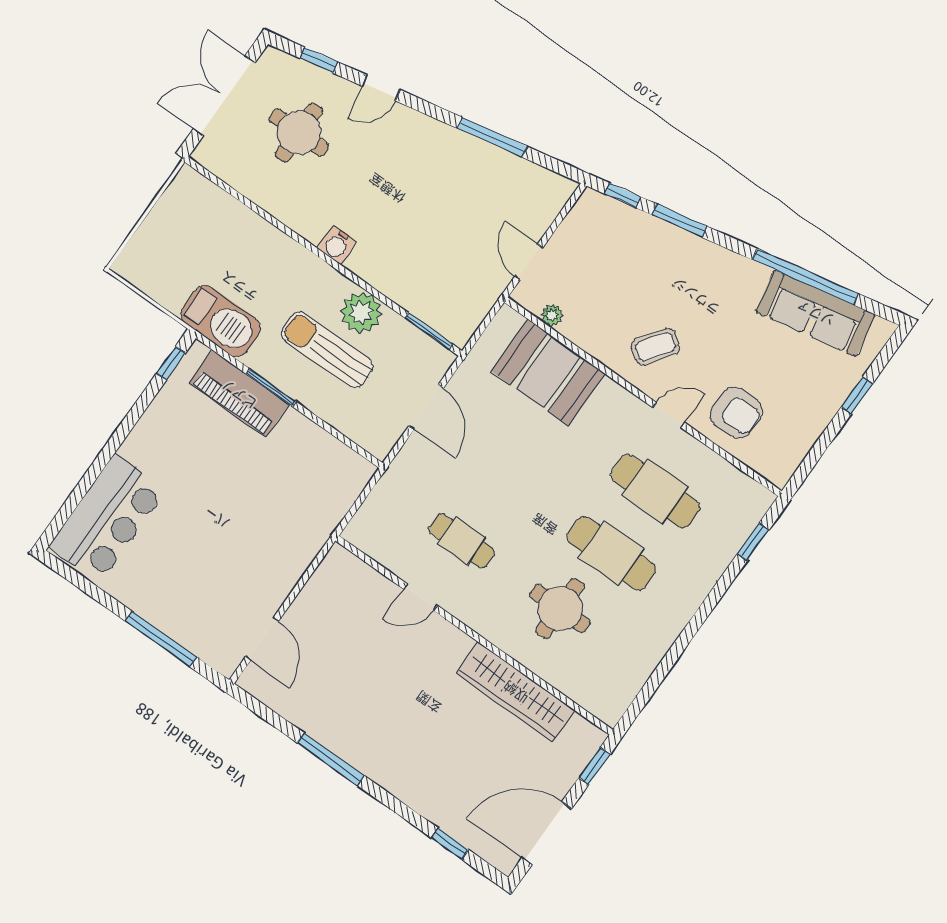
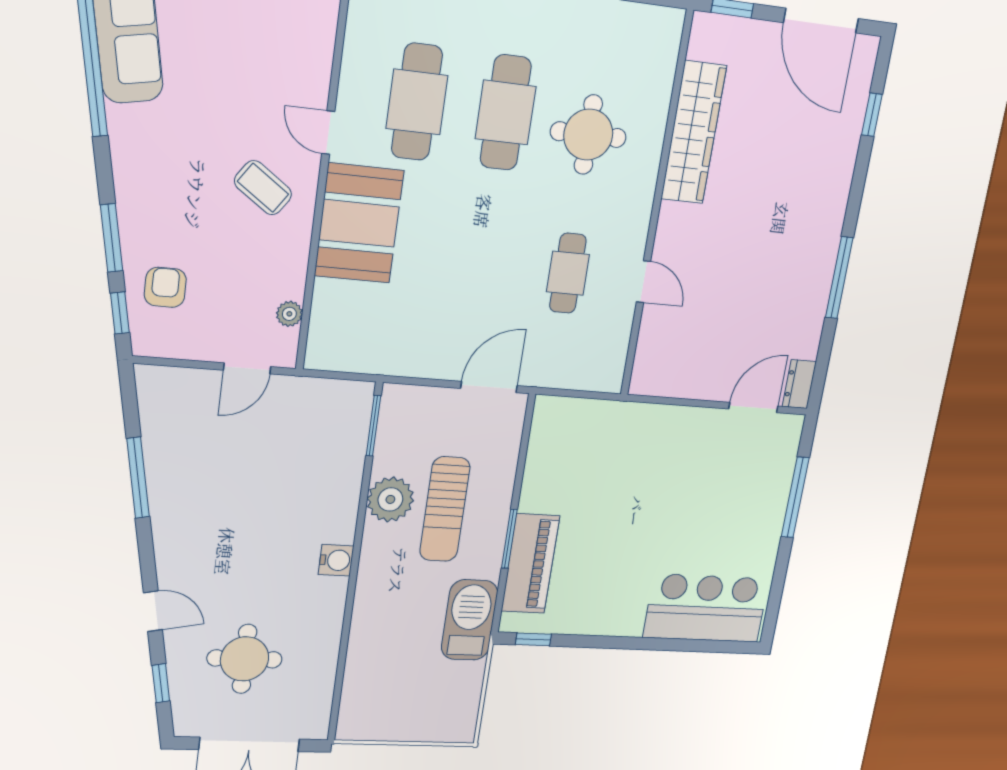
booth: (548, 372) -> (359, 223), moved
door: (426, 407) -> (489, 387), moved
armchair: (736, 413) -> (165, 287), moved, width x0.72, depth x0.72
dresser: (259, 686) -> (799, 384), added

